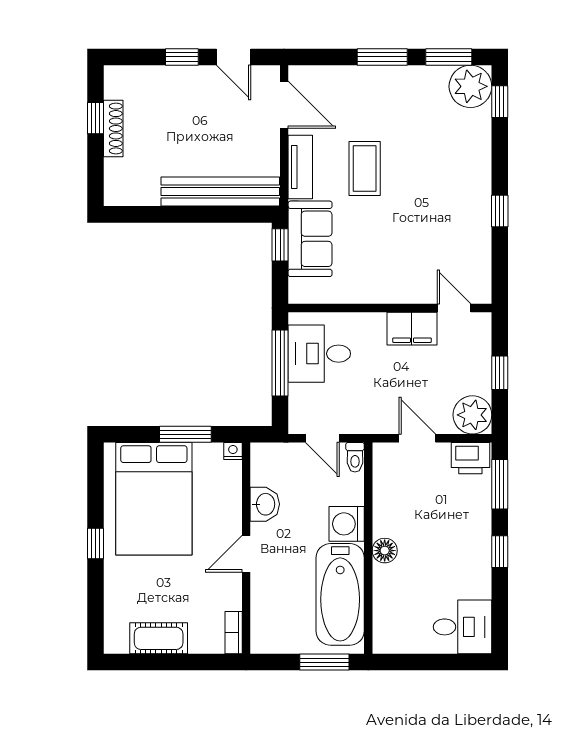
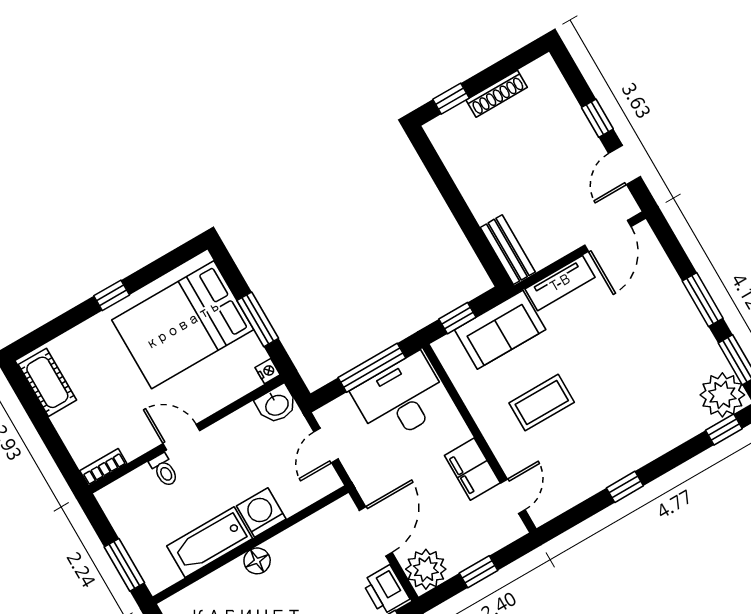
window: (95, 118) -> (451, 99), moved
coffee table: (365, 168) -> (542, 403), moved
bench: (220, 192) -> (508, 250), width x0.54, depth x0.82
window: (280, 245) -> (457, 318), moved
desk: (319, 354) -> (401, 398), width x1.37
door: (417, 438) -> (376, 531), width x1.38
toilet: (355, 457) -> (164, 470), moved, turned -90
washbasin: (265, 504) -> (276, 404), moved
bathtub: (340, 594) -> (210, 542), width x0.73, depth x0.73
cot: (159, 638) -> (47, 382), moved

